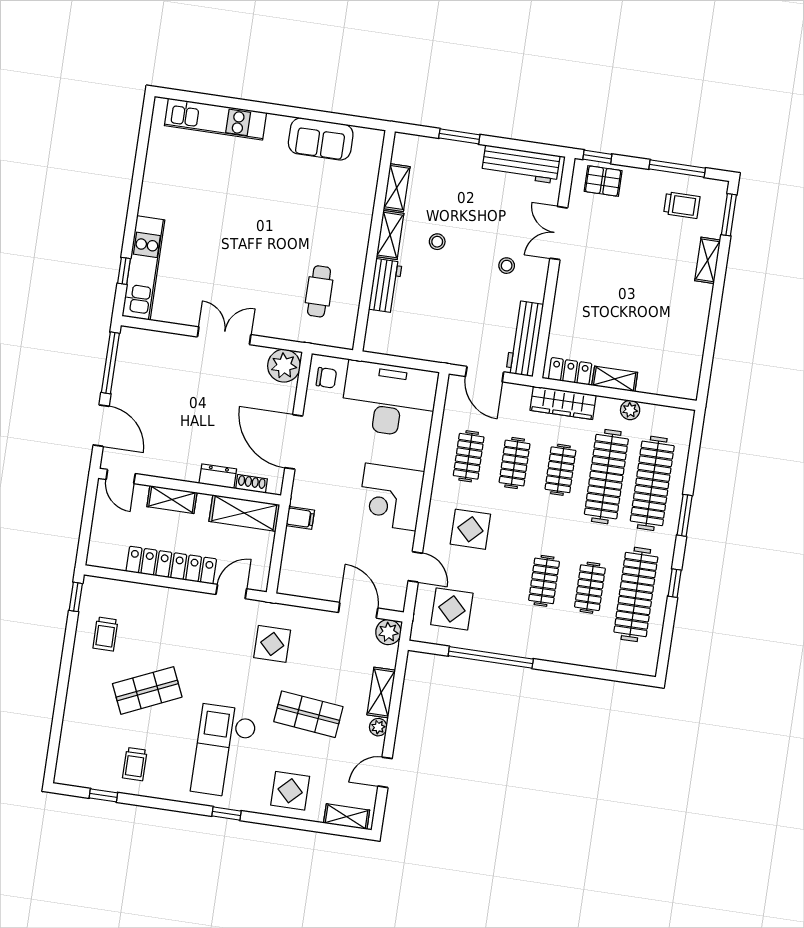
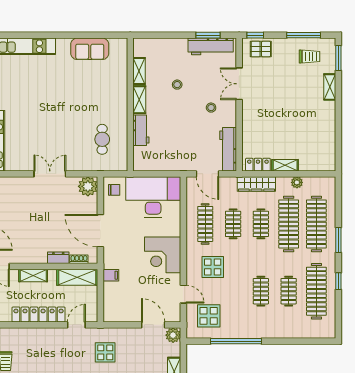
window: (459, 136) -> (208, 35), moved
stool: (437, 242) -> (177, 85), moved
clothes rail: (469, 456) -> (205, 224), width x1.36

